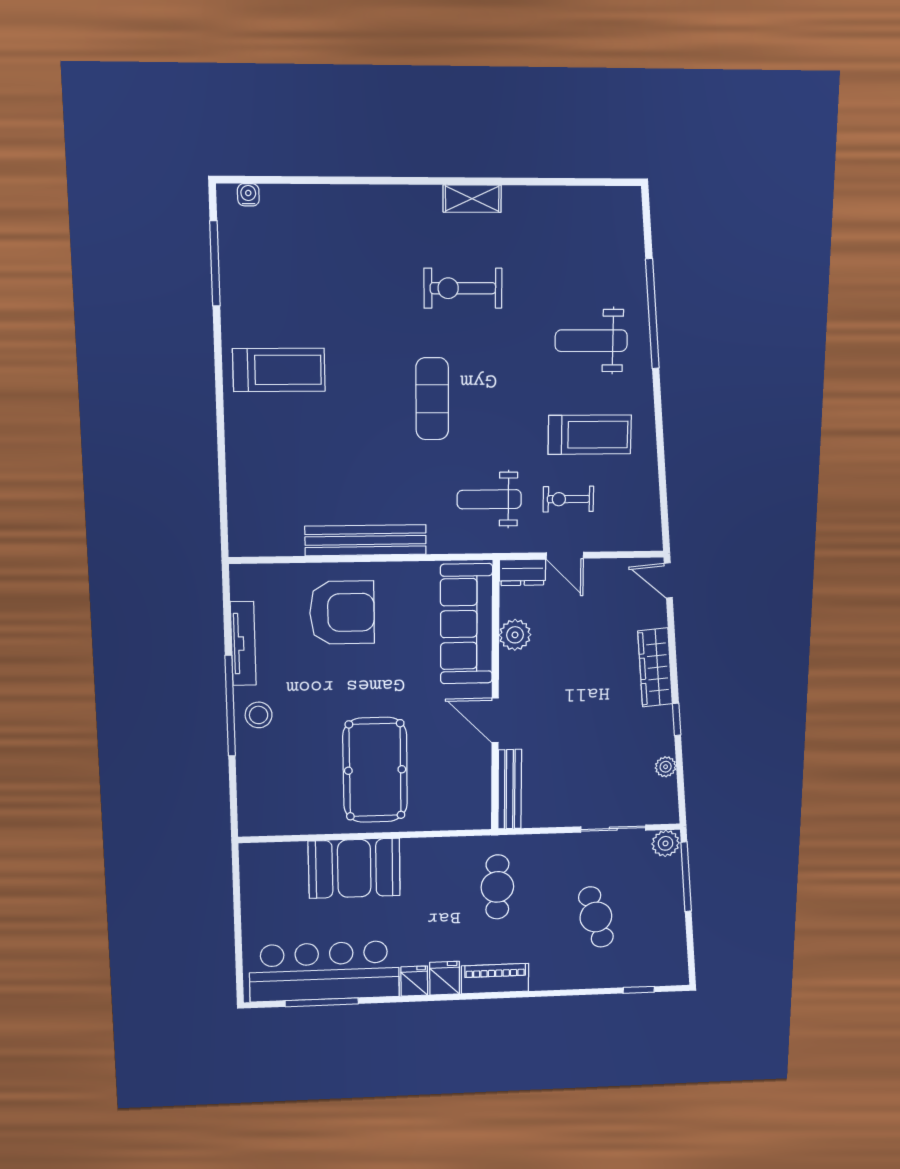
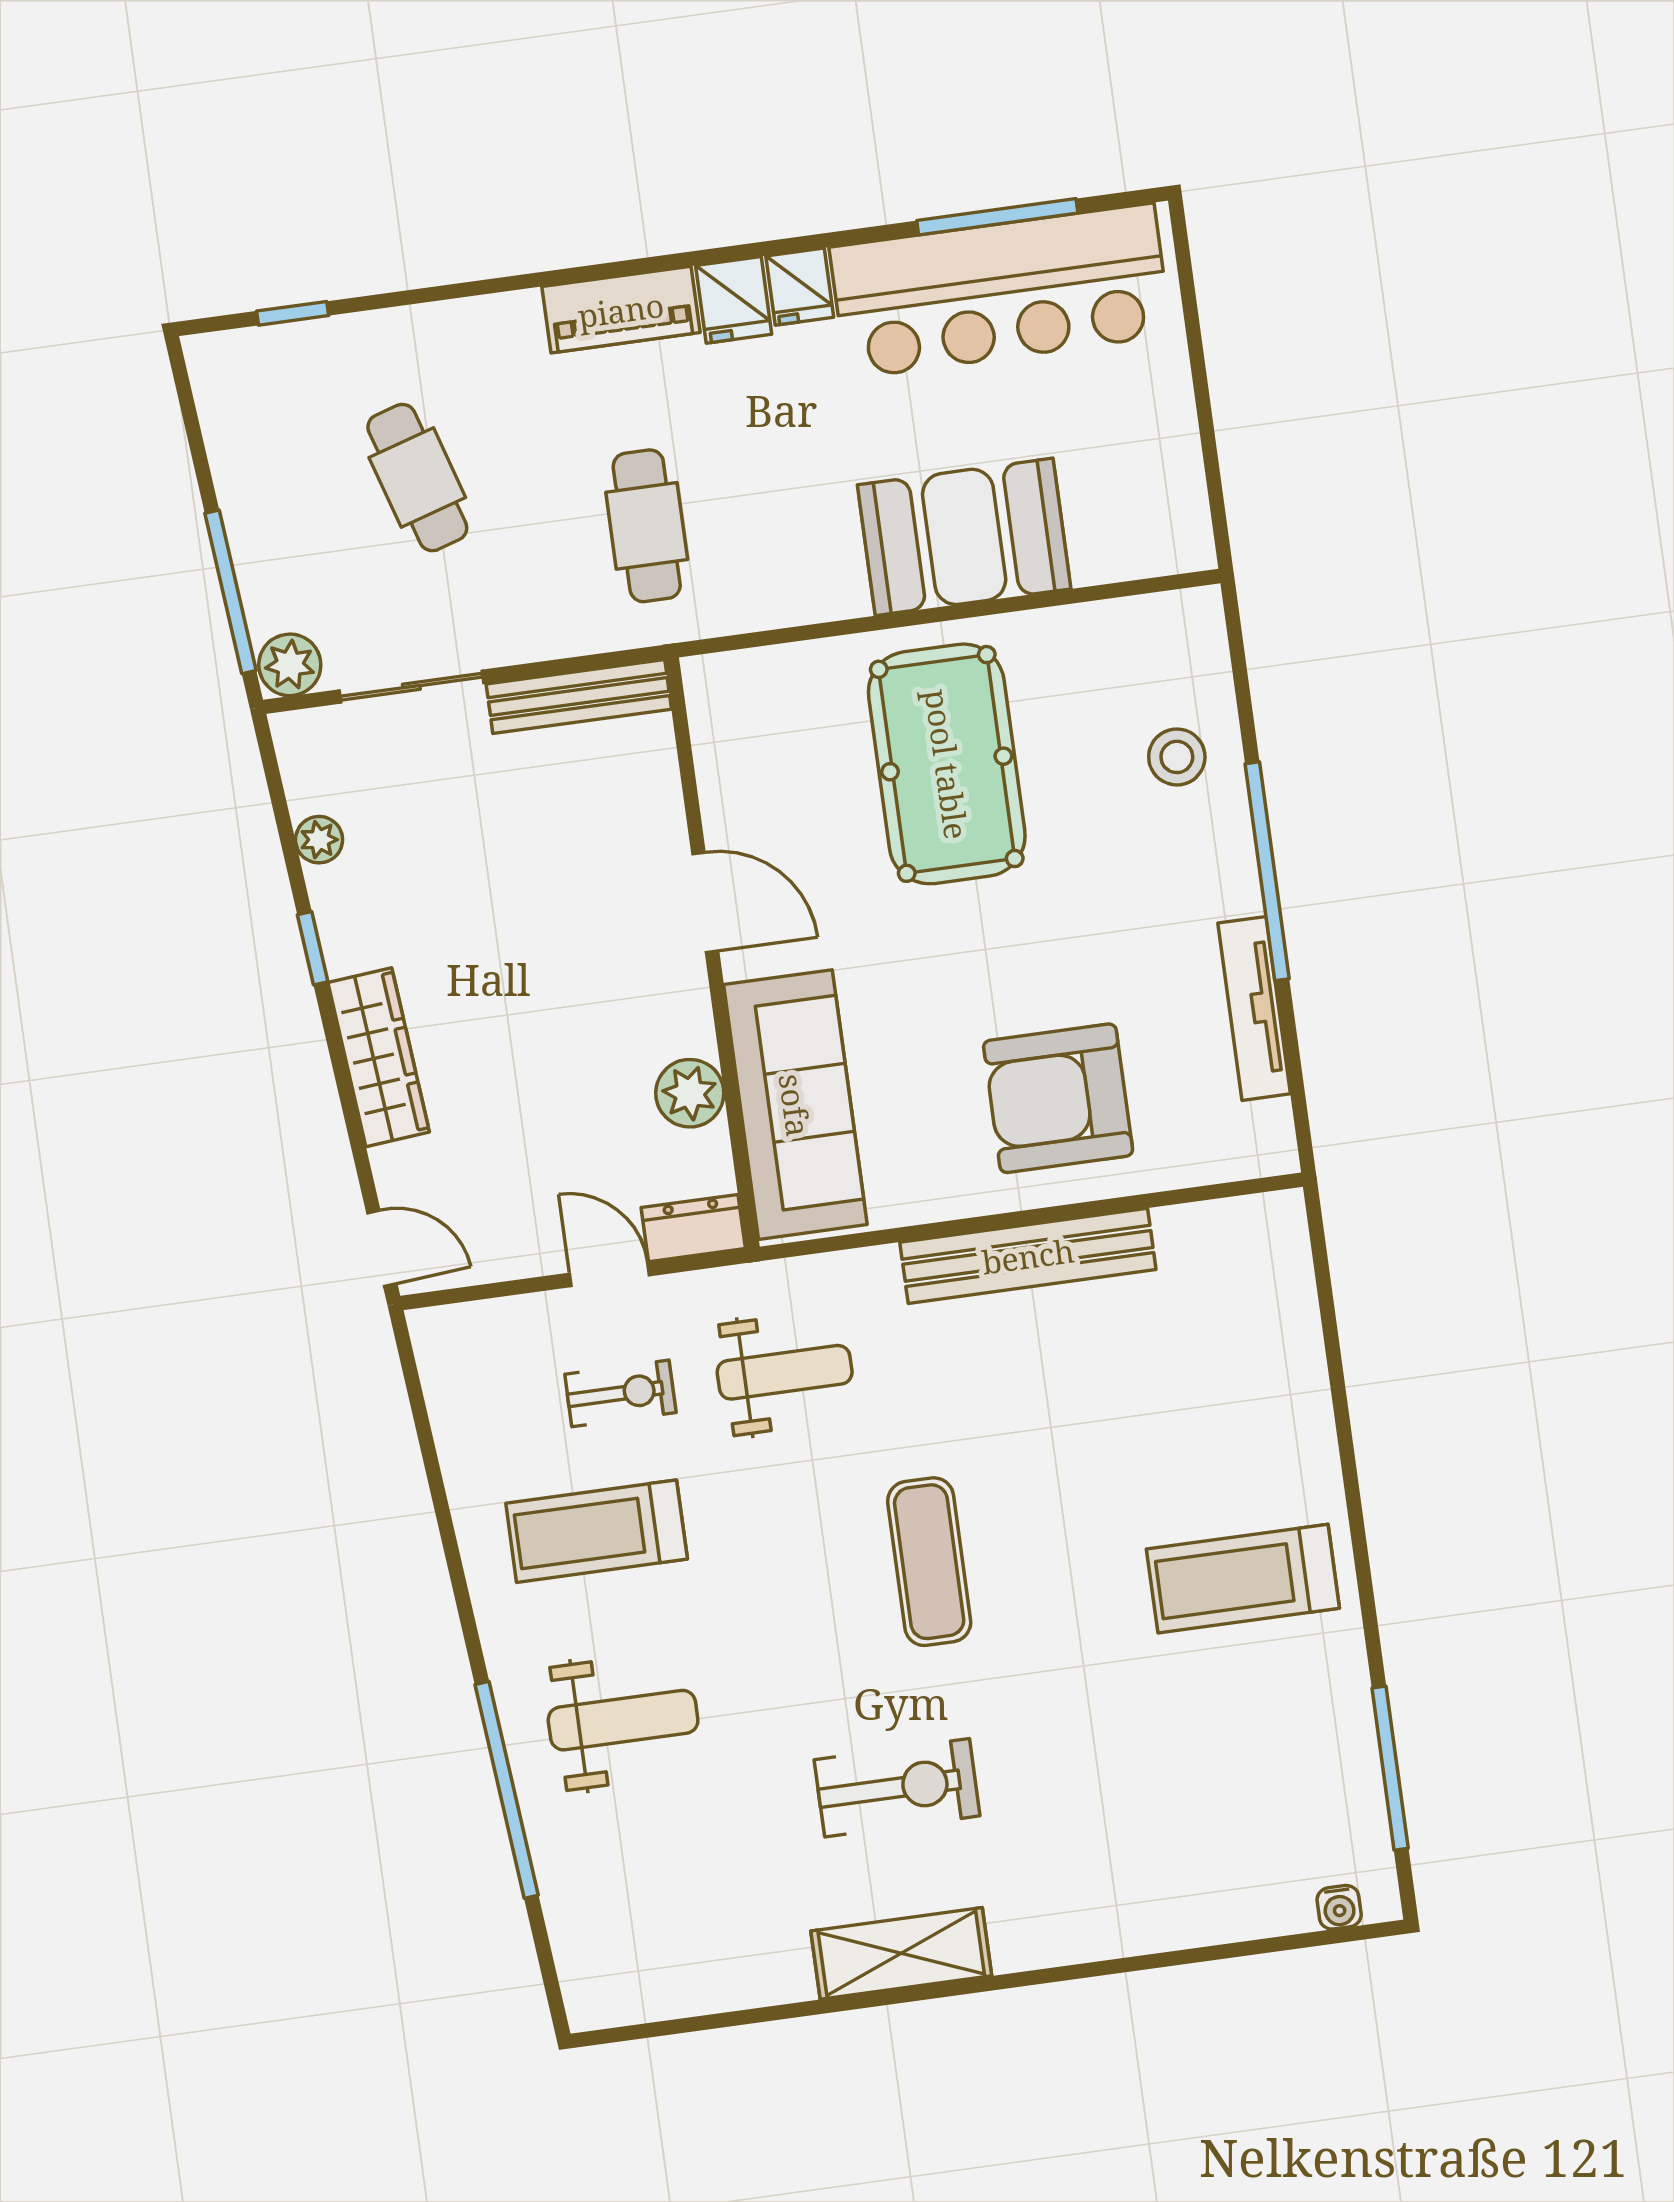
shelving: (472, 199) -> (901, 1953), width x1.50, depth x1.33
stool: (259, 715) -> (1177, 757), moved
bench: (510, 789) -> (579, 697), moved, turned 90

